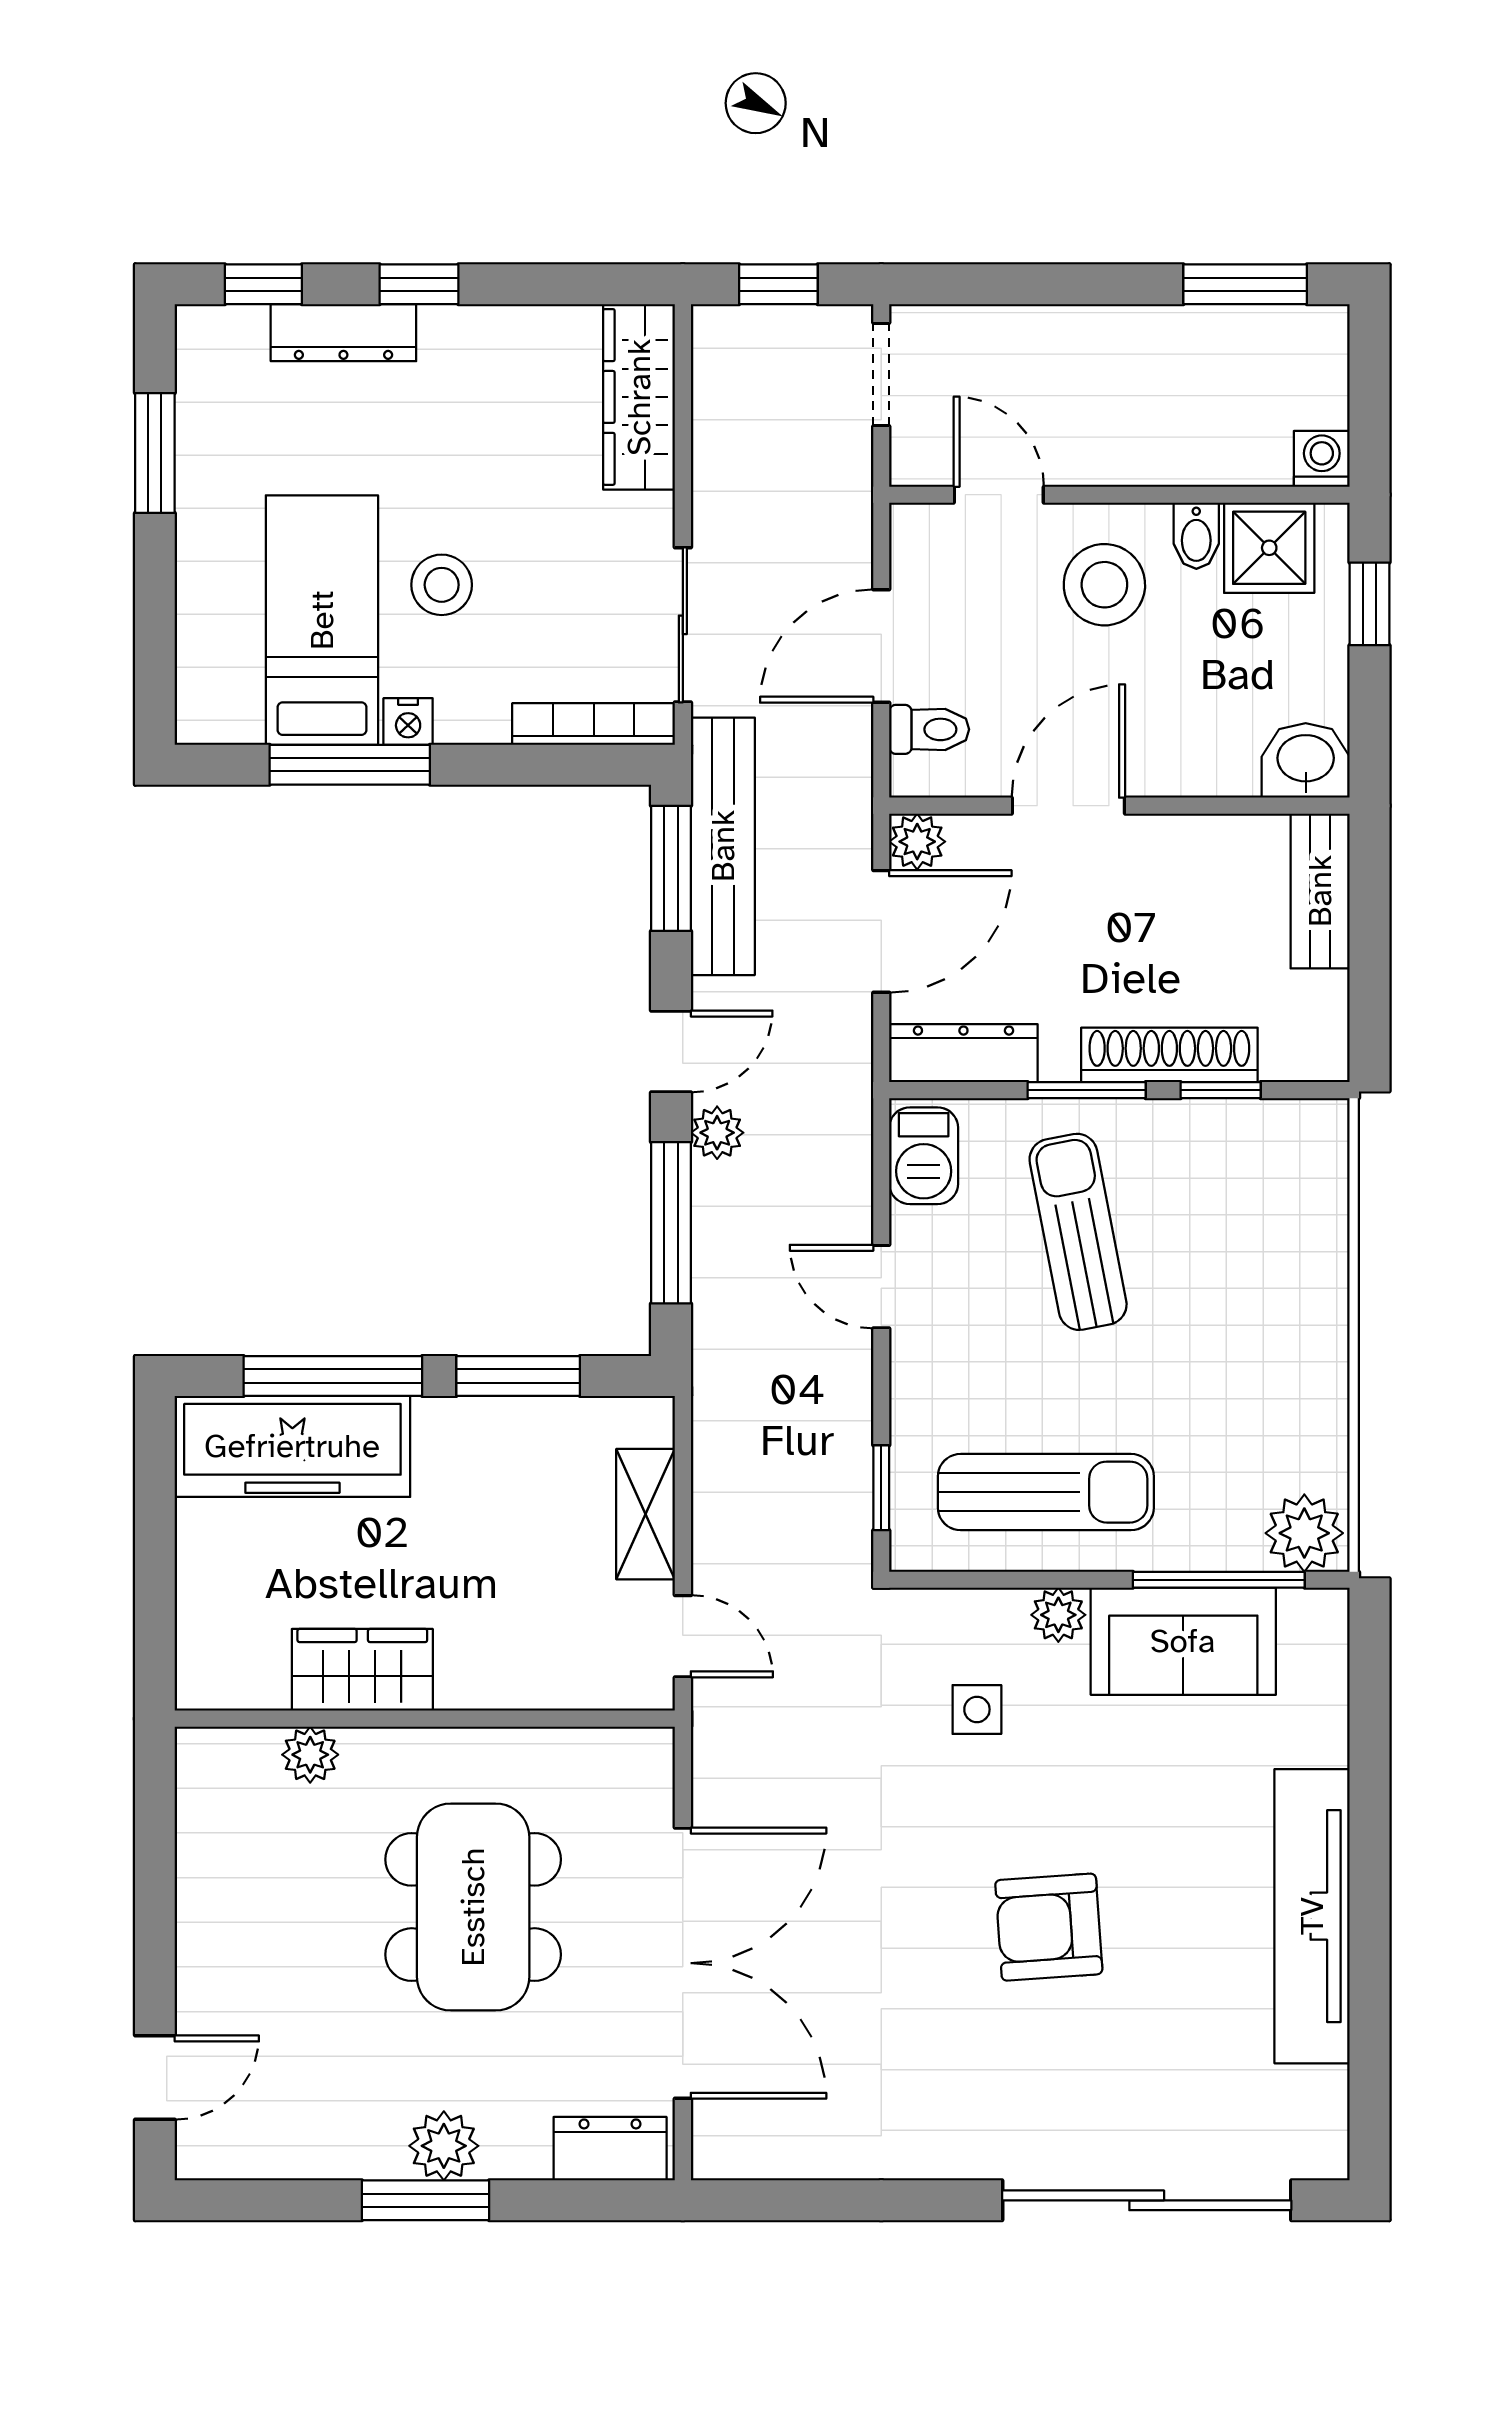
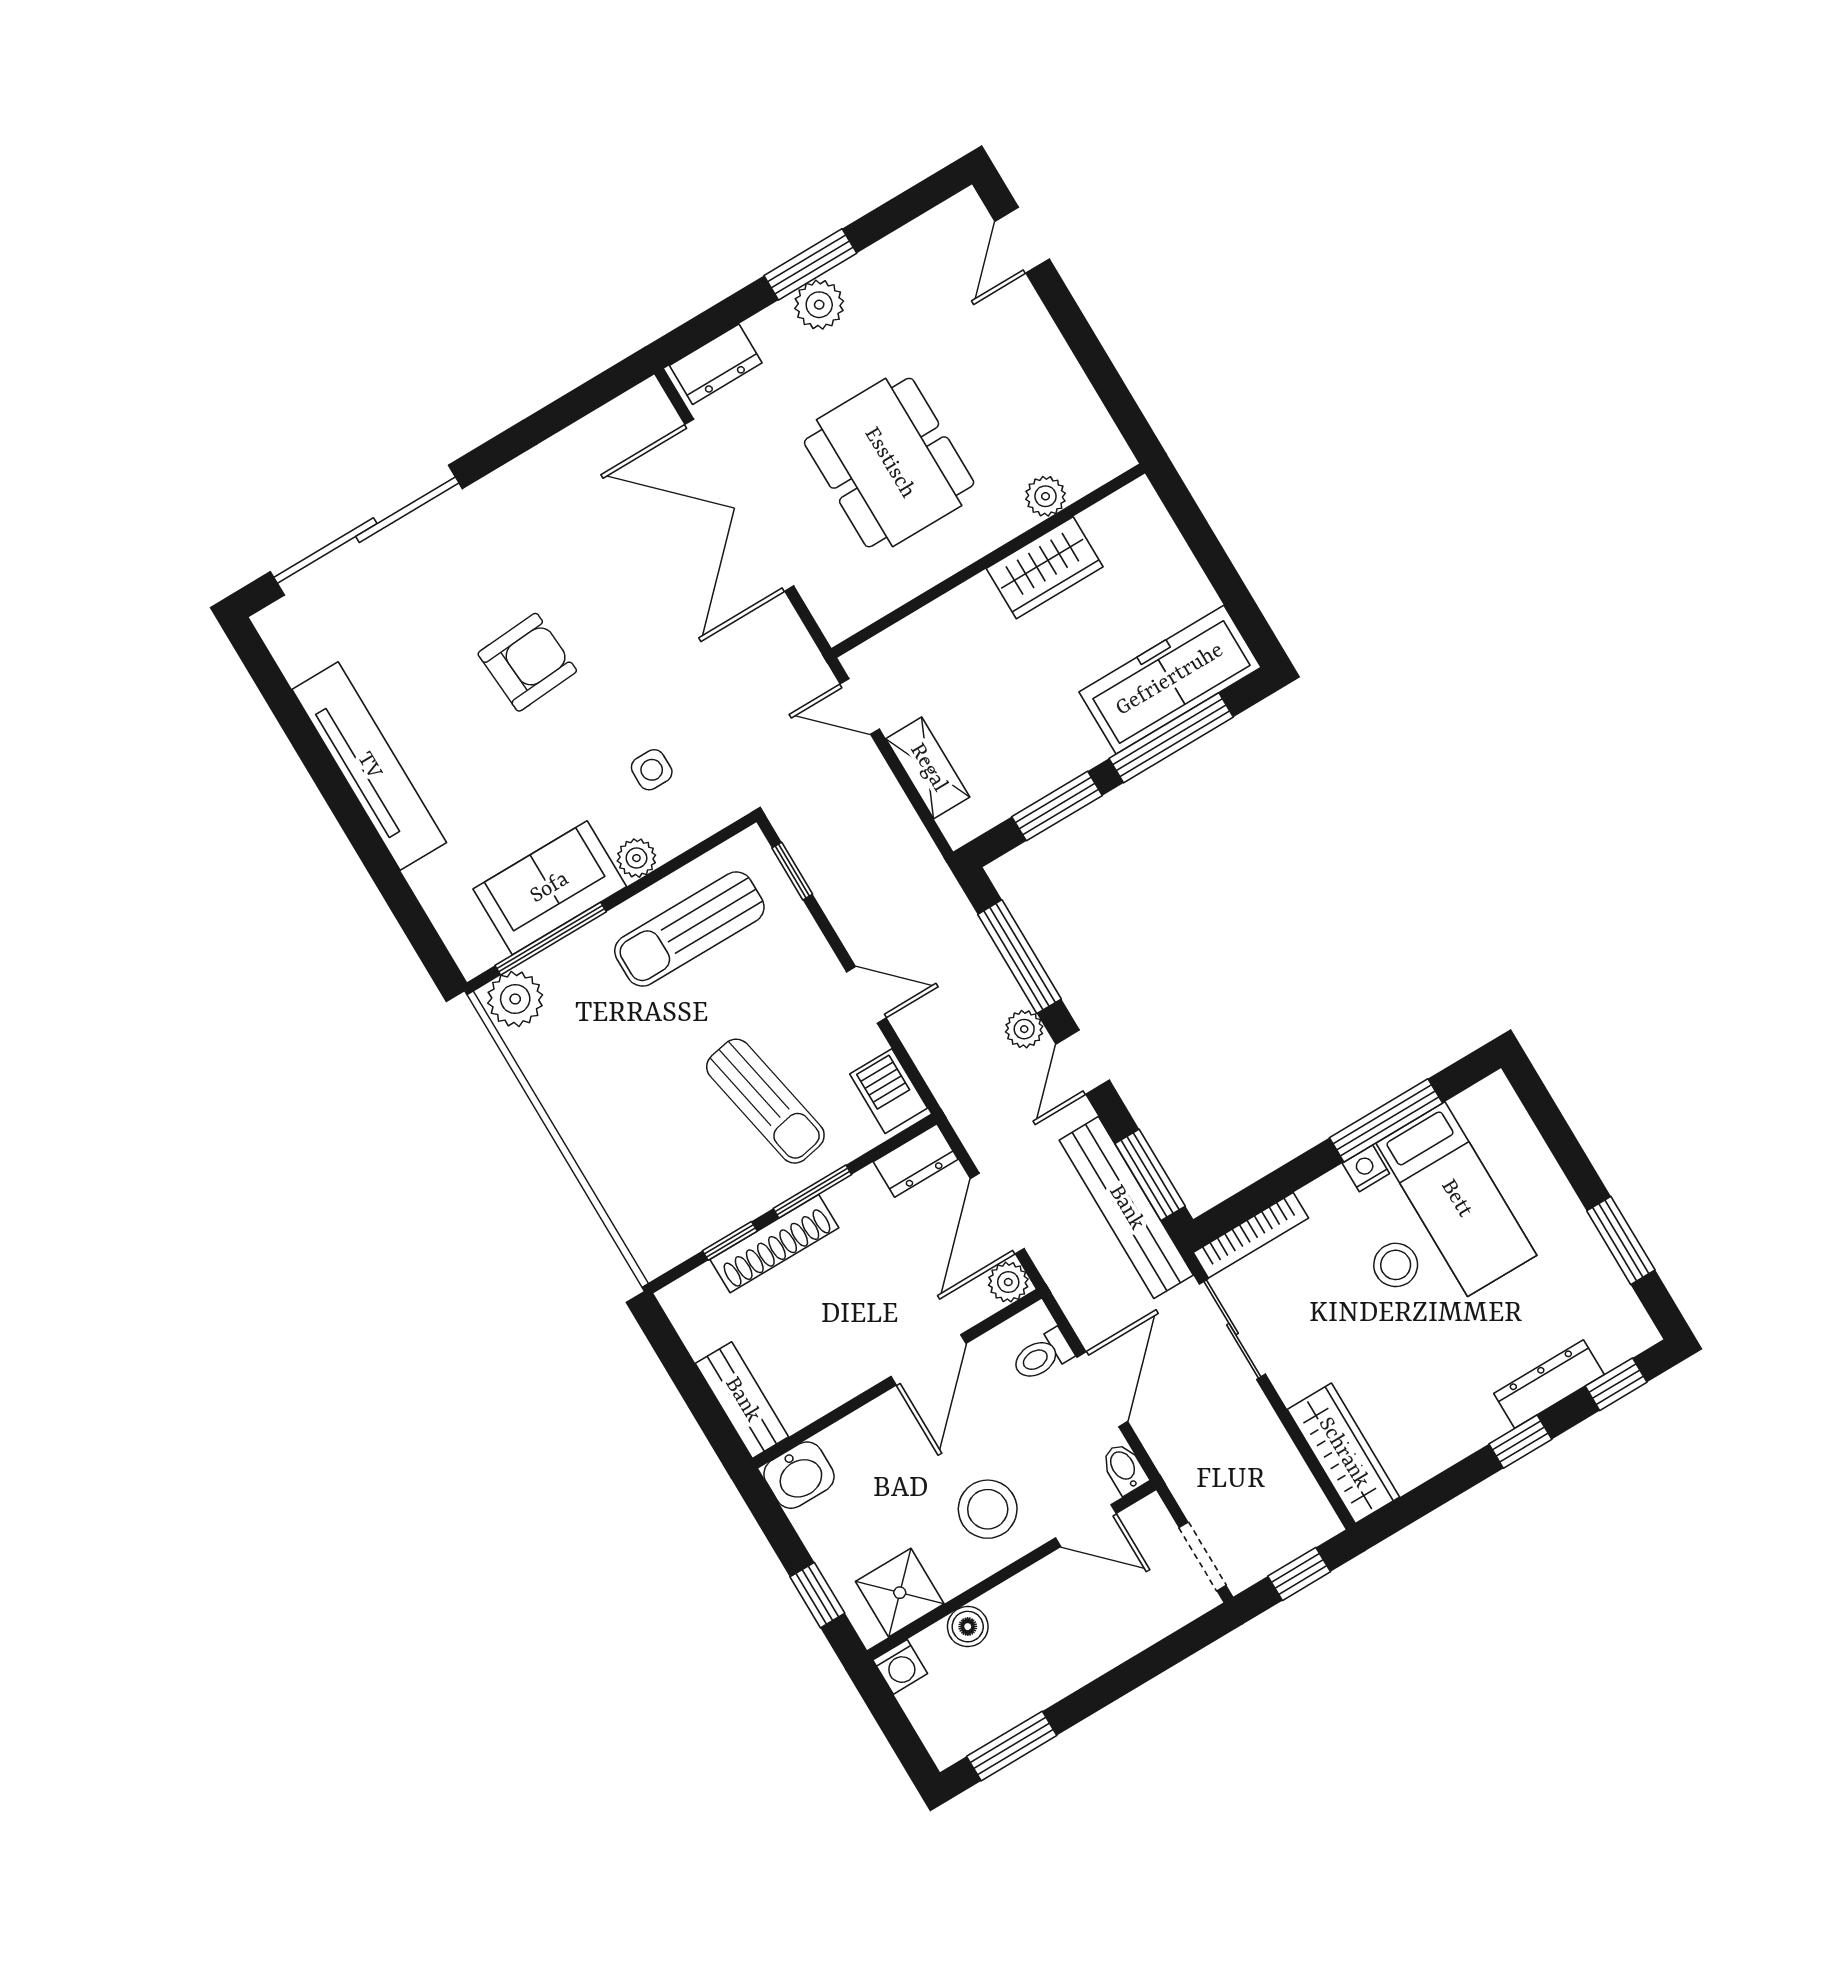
boiler: (1212, 459) -> (968, 1627), added
bidet: (1196, 536) -> (1124, 1468), moved
dresser: (963, 1053) -> (916, 1161), width x0.70

